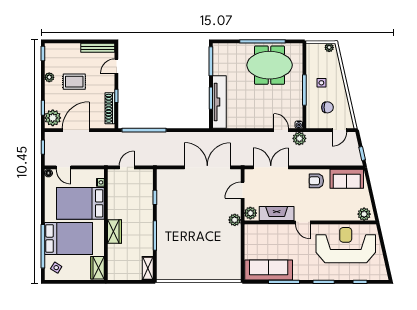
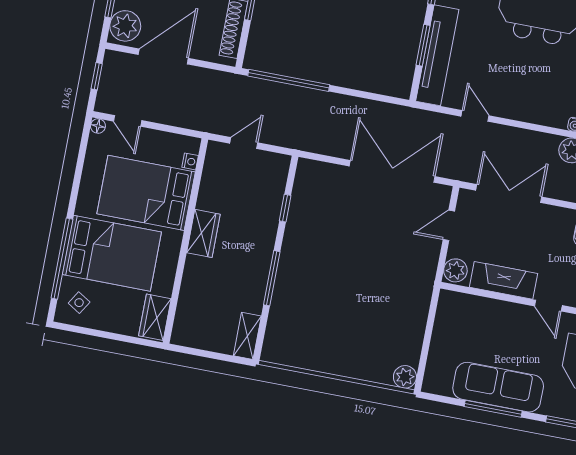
door: (281, 130) -> (475, 116), moved
plant: (235, 220) -> (405, 377), moved
wardrobe: (114, 232) -> (203, 233), moved
sofa: (269, 270) -> (498, 387), moved

